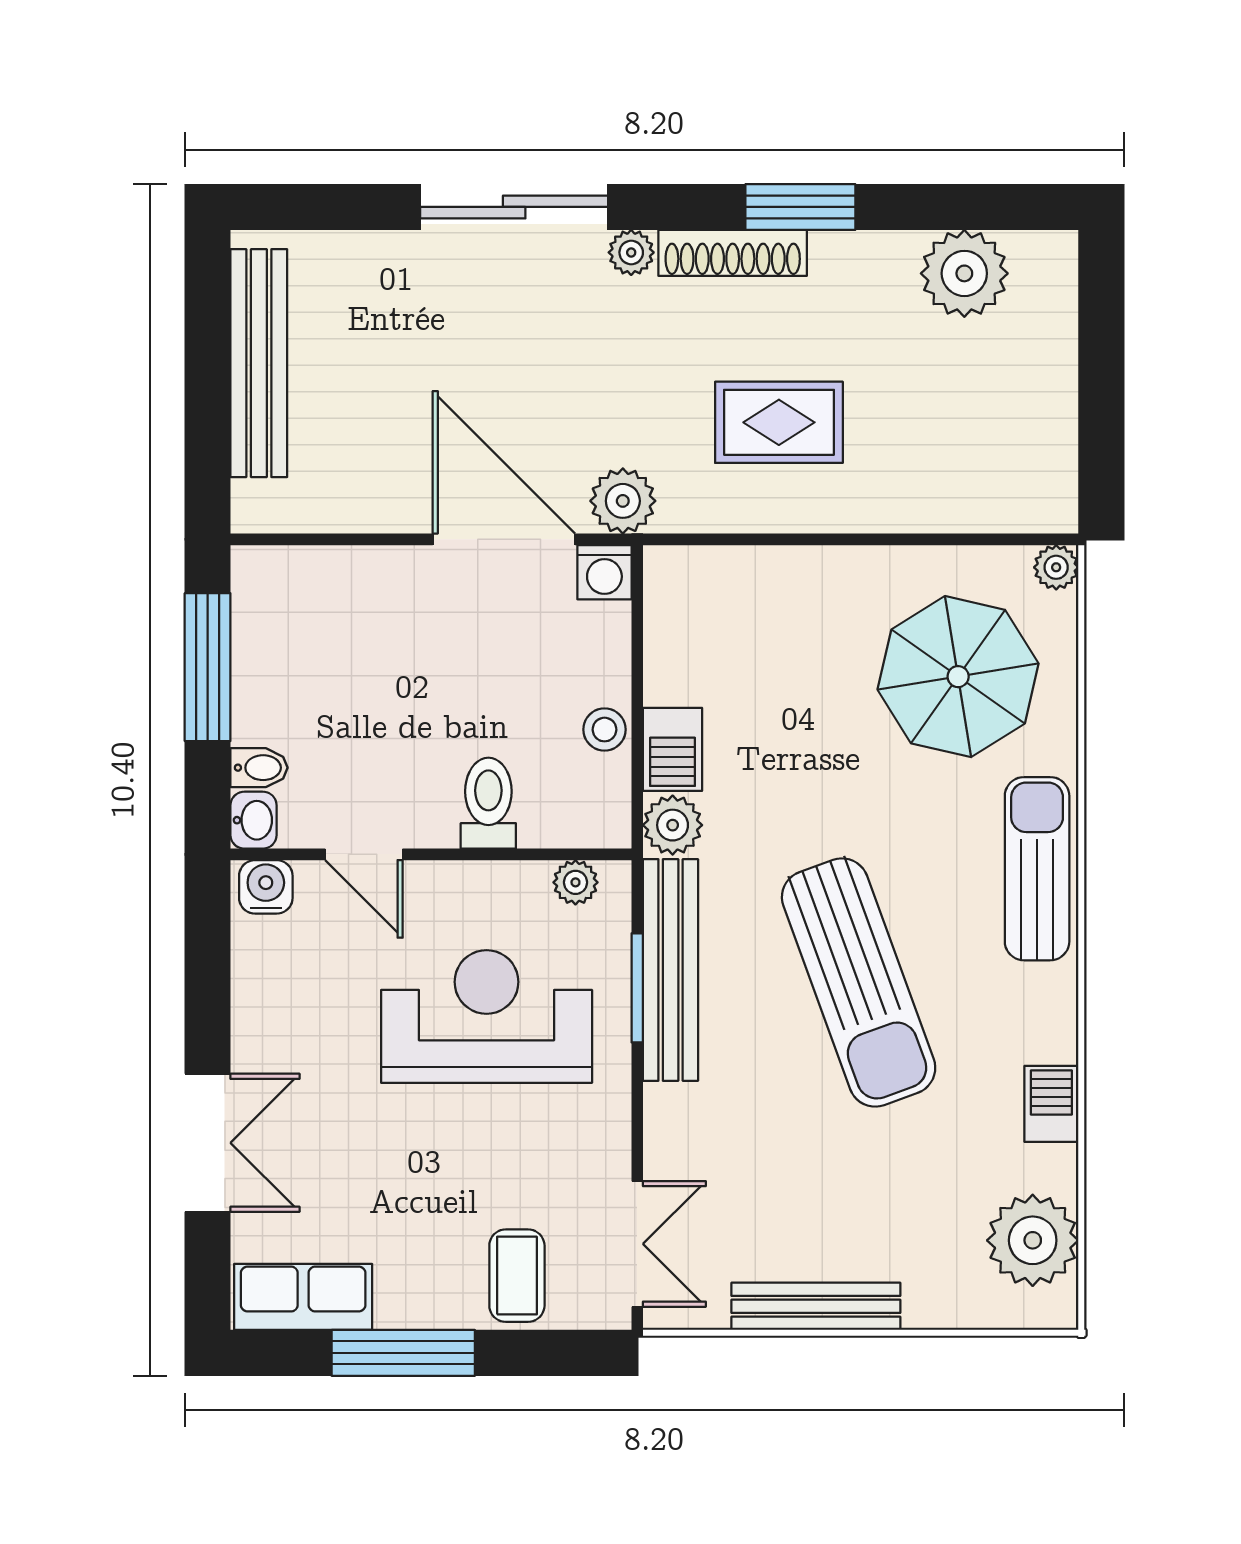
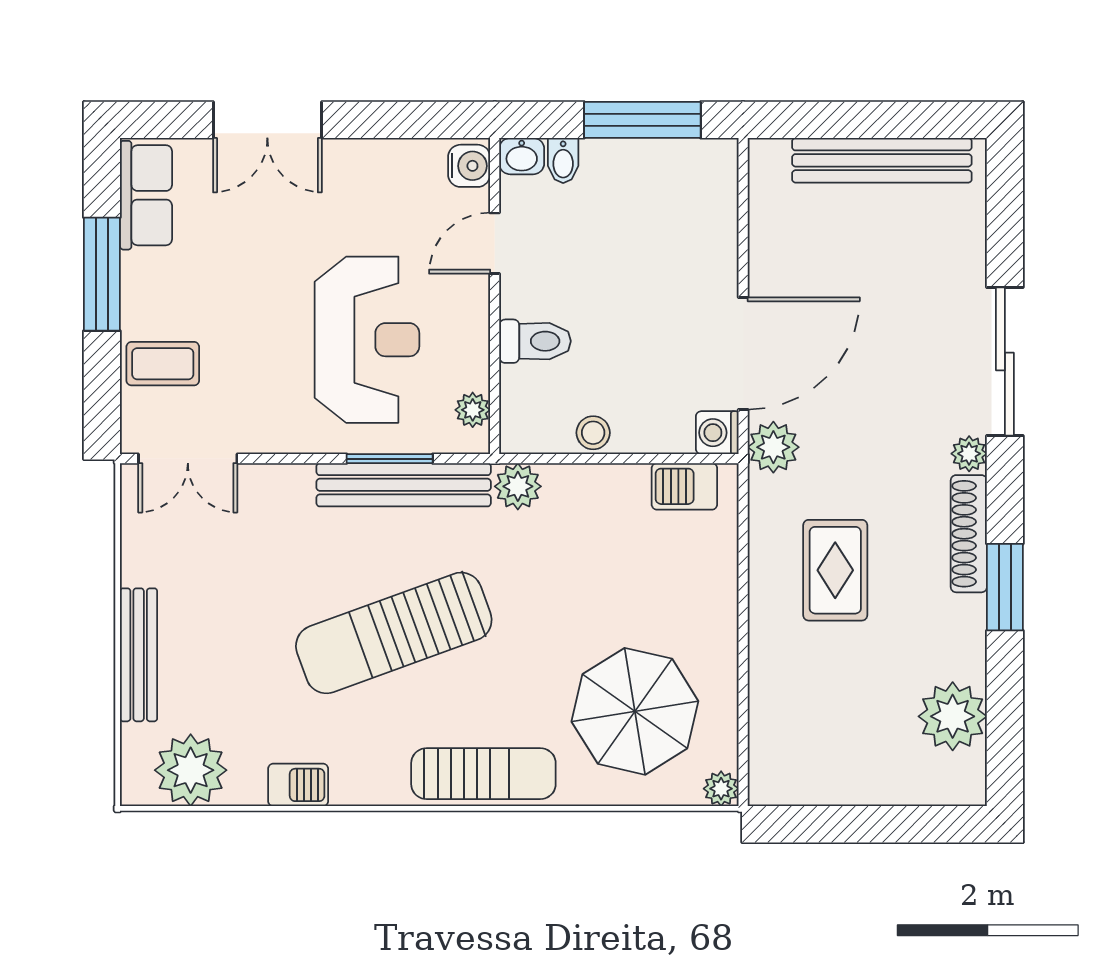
barbecue: (673, 749) -> (684, 486), moved
bench: (816, 1306) -> (139, 655), moved

